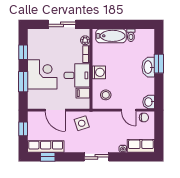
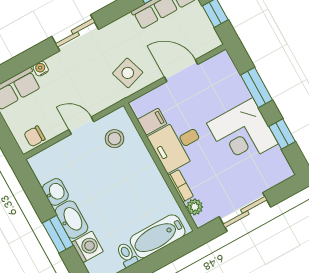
washing machine: (99, 72) -> (87, 247), moved, turned 180
corner desk: (42, 74) -> (242, 133), moved
washbasin: (149, 102) -> (55, 192), moved
door: (129, 110) -> (81, 126), moved

